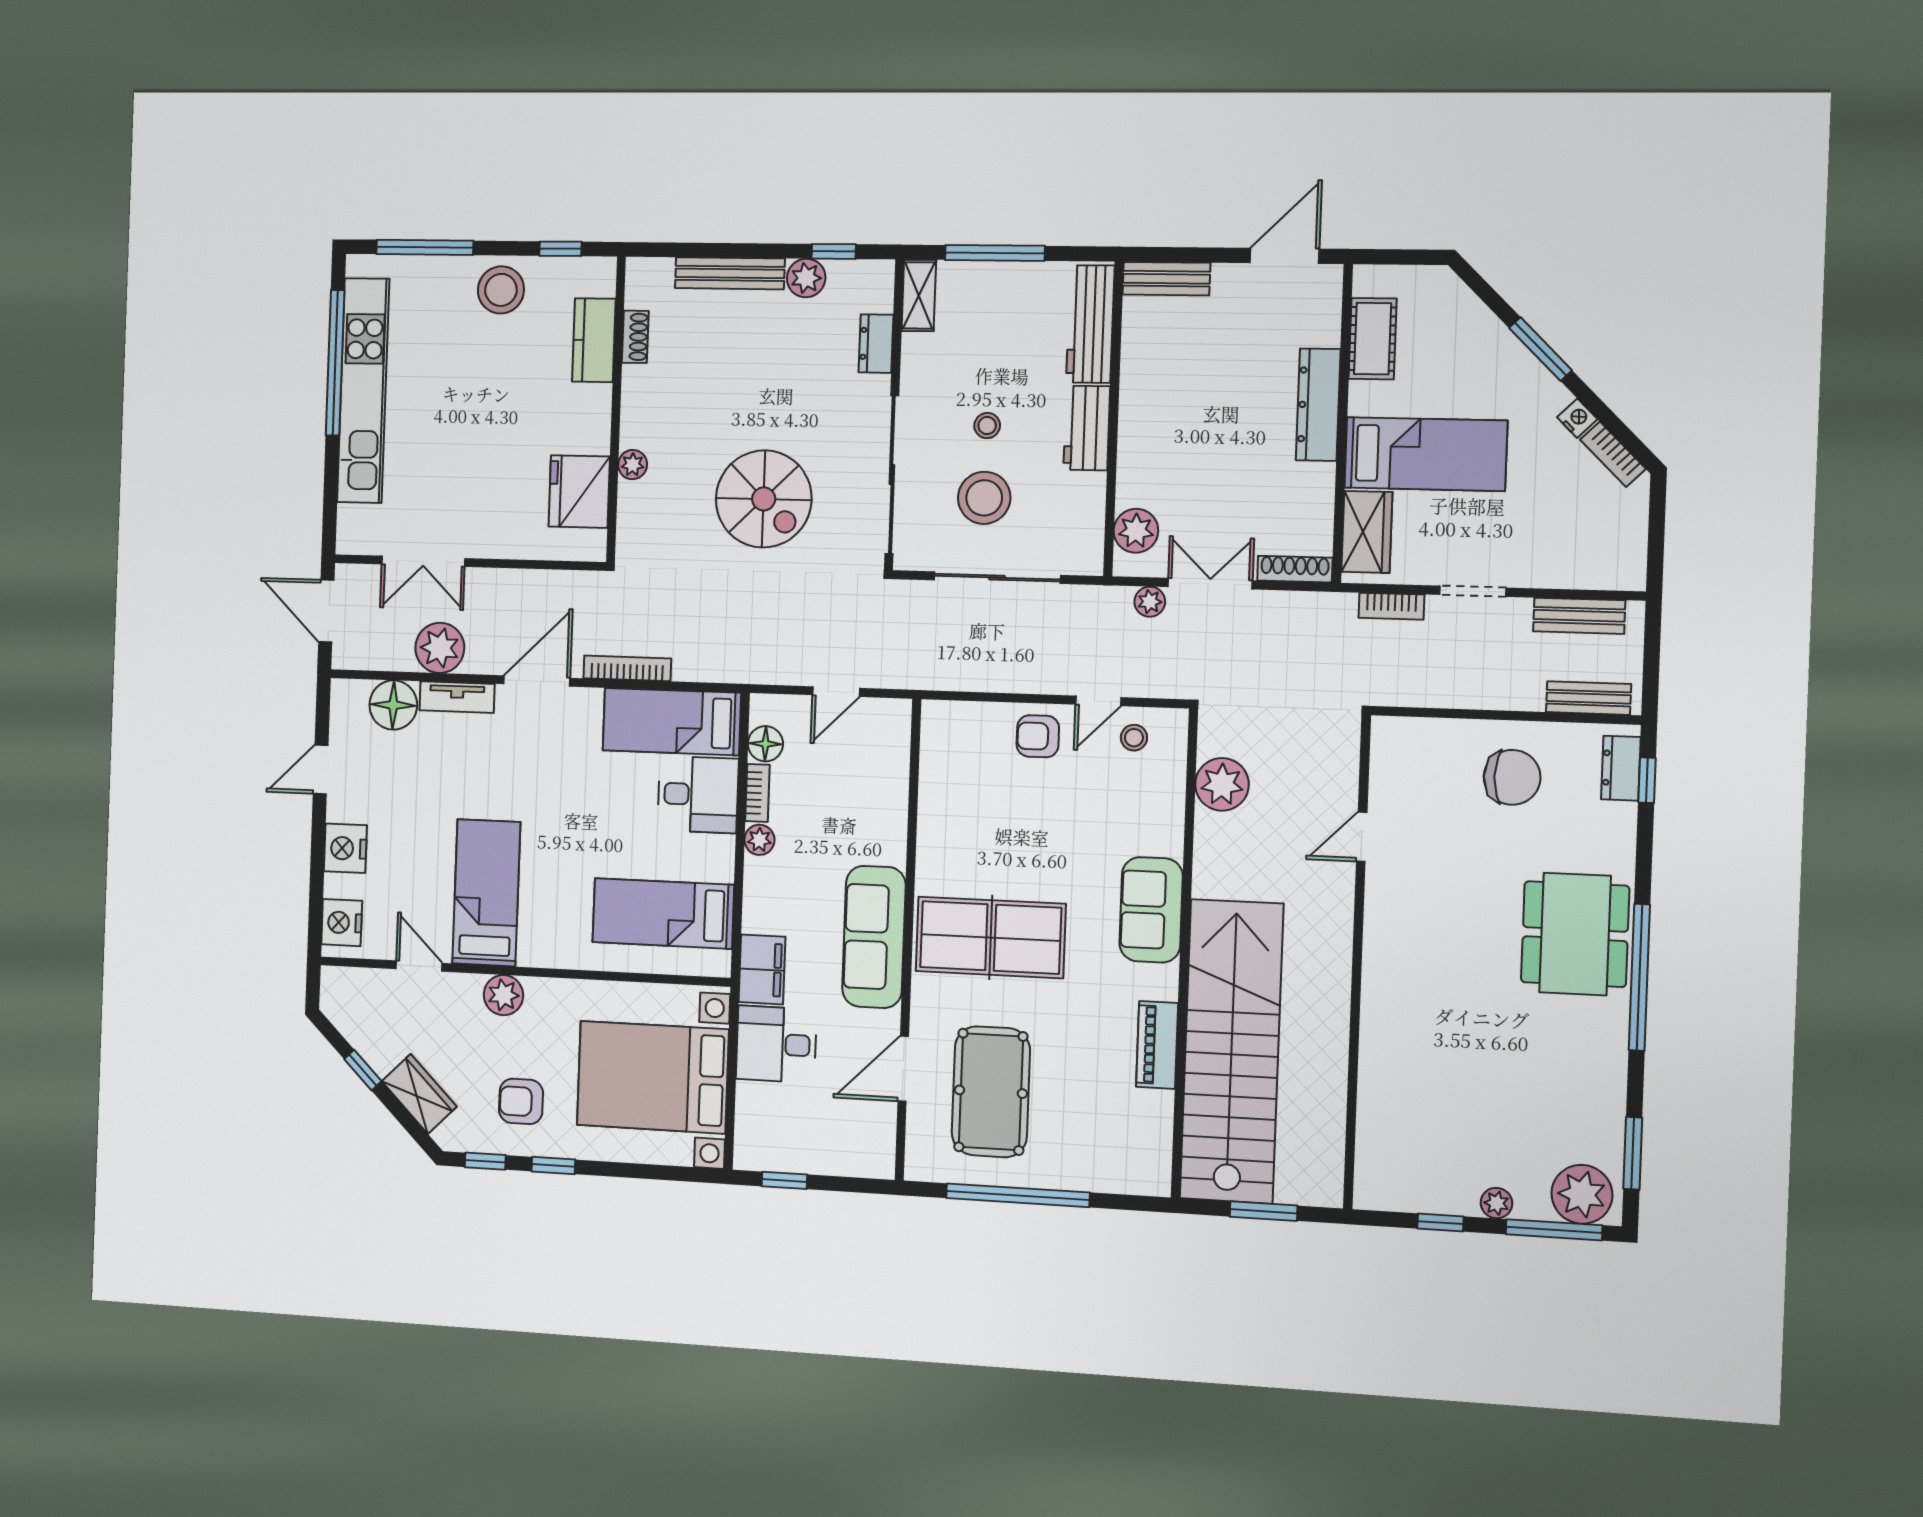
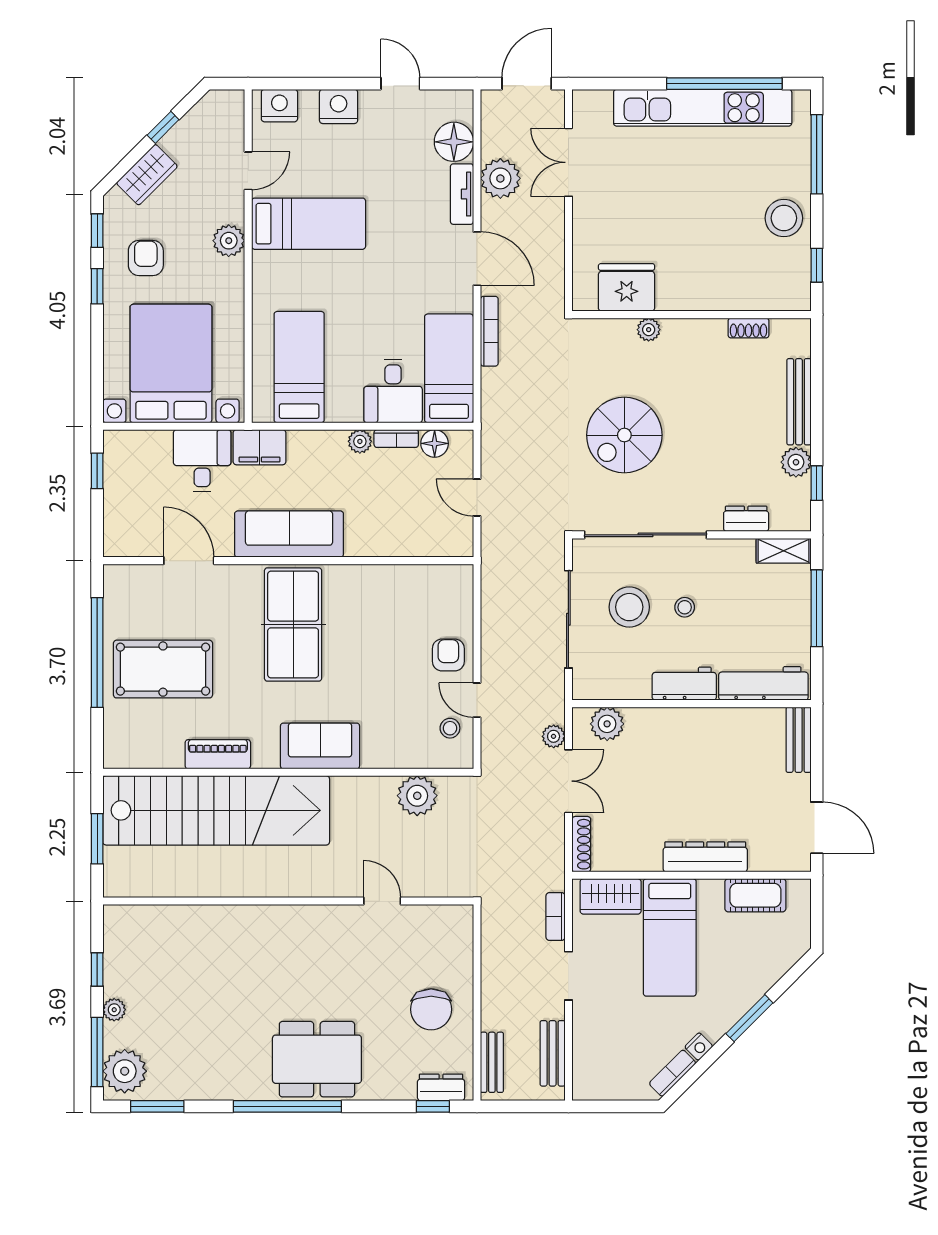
kitchen counter: (594, 340) -> (745, 295), removed
pool table: (991, 1092) -> (163, 669), moved

